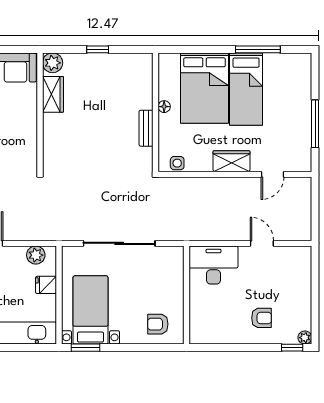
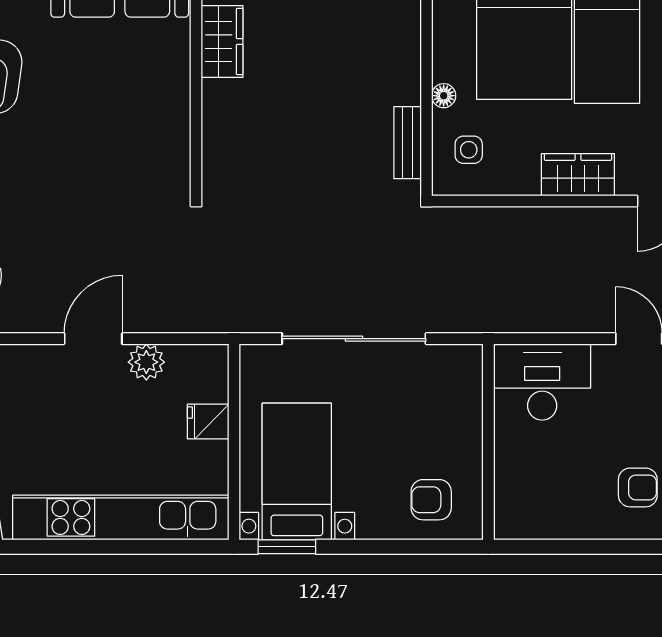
floor lamp: (164, 107) -> (444, 96), moved
bench: (146, 128) -> (408, 143), moved
side table: (177, 163) -> (469, 150), moved
plant: (36, 255) -> (146, 362), moved

